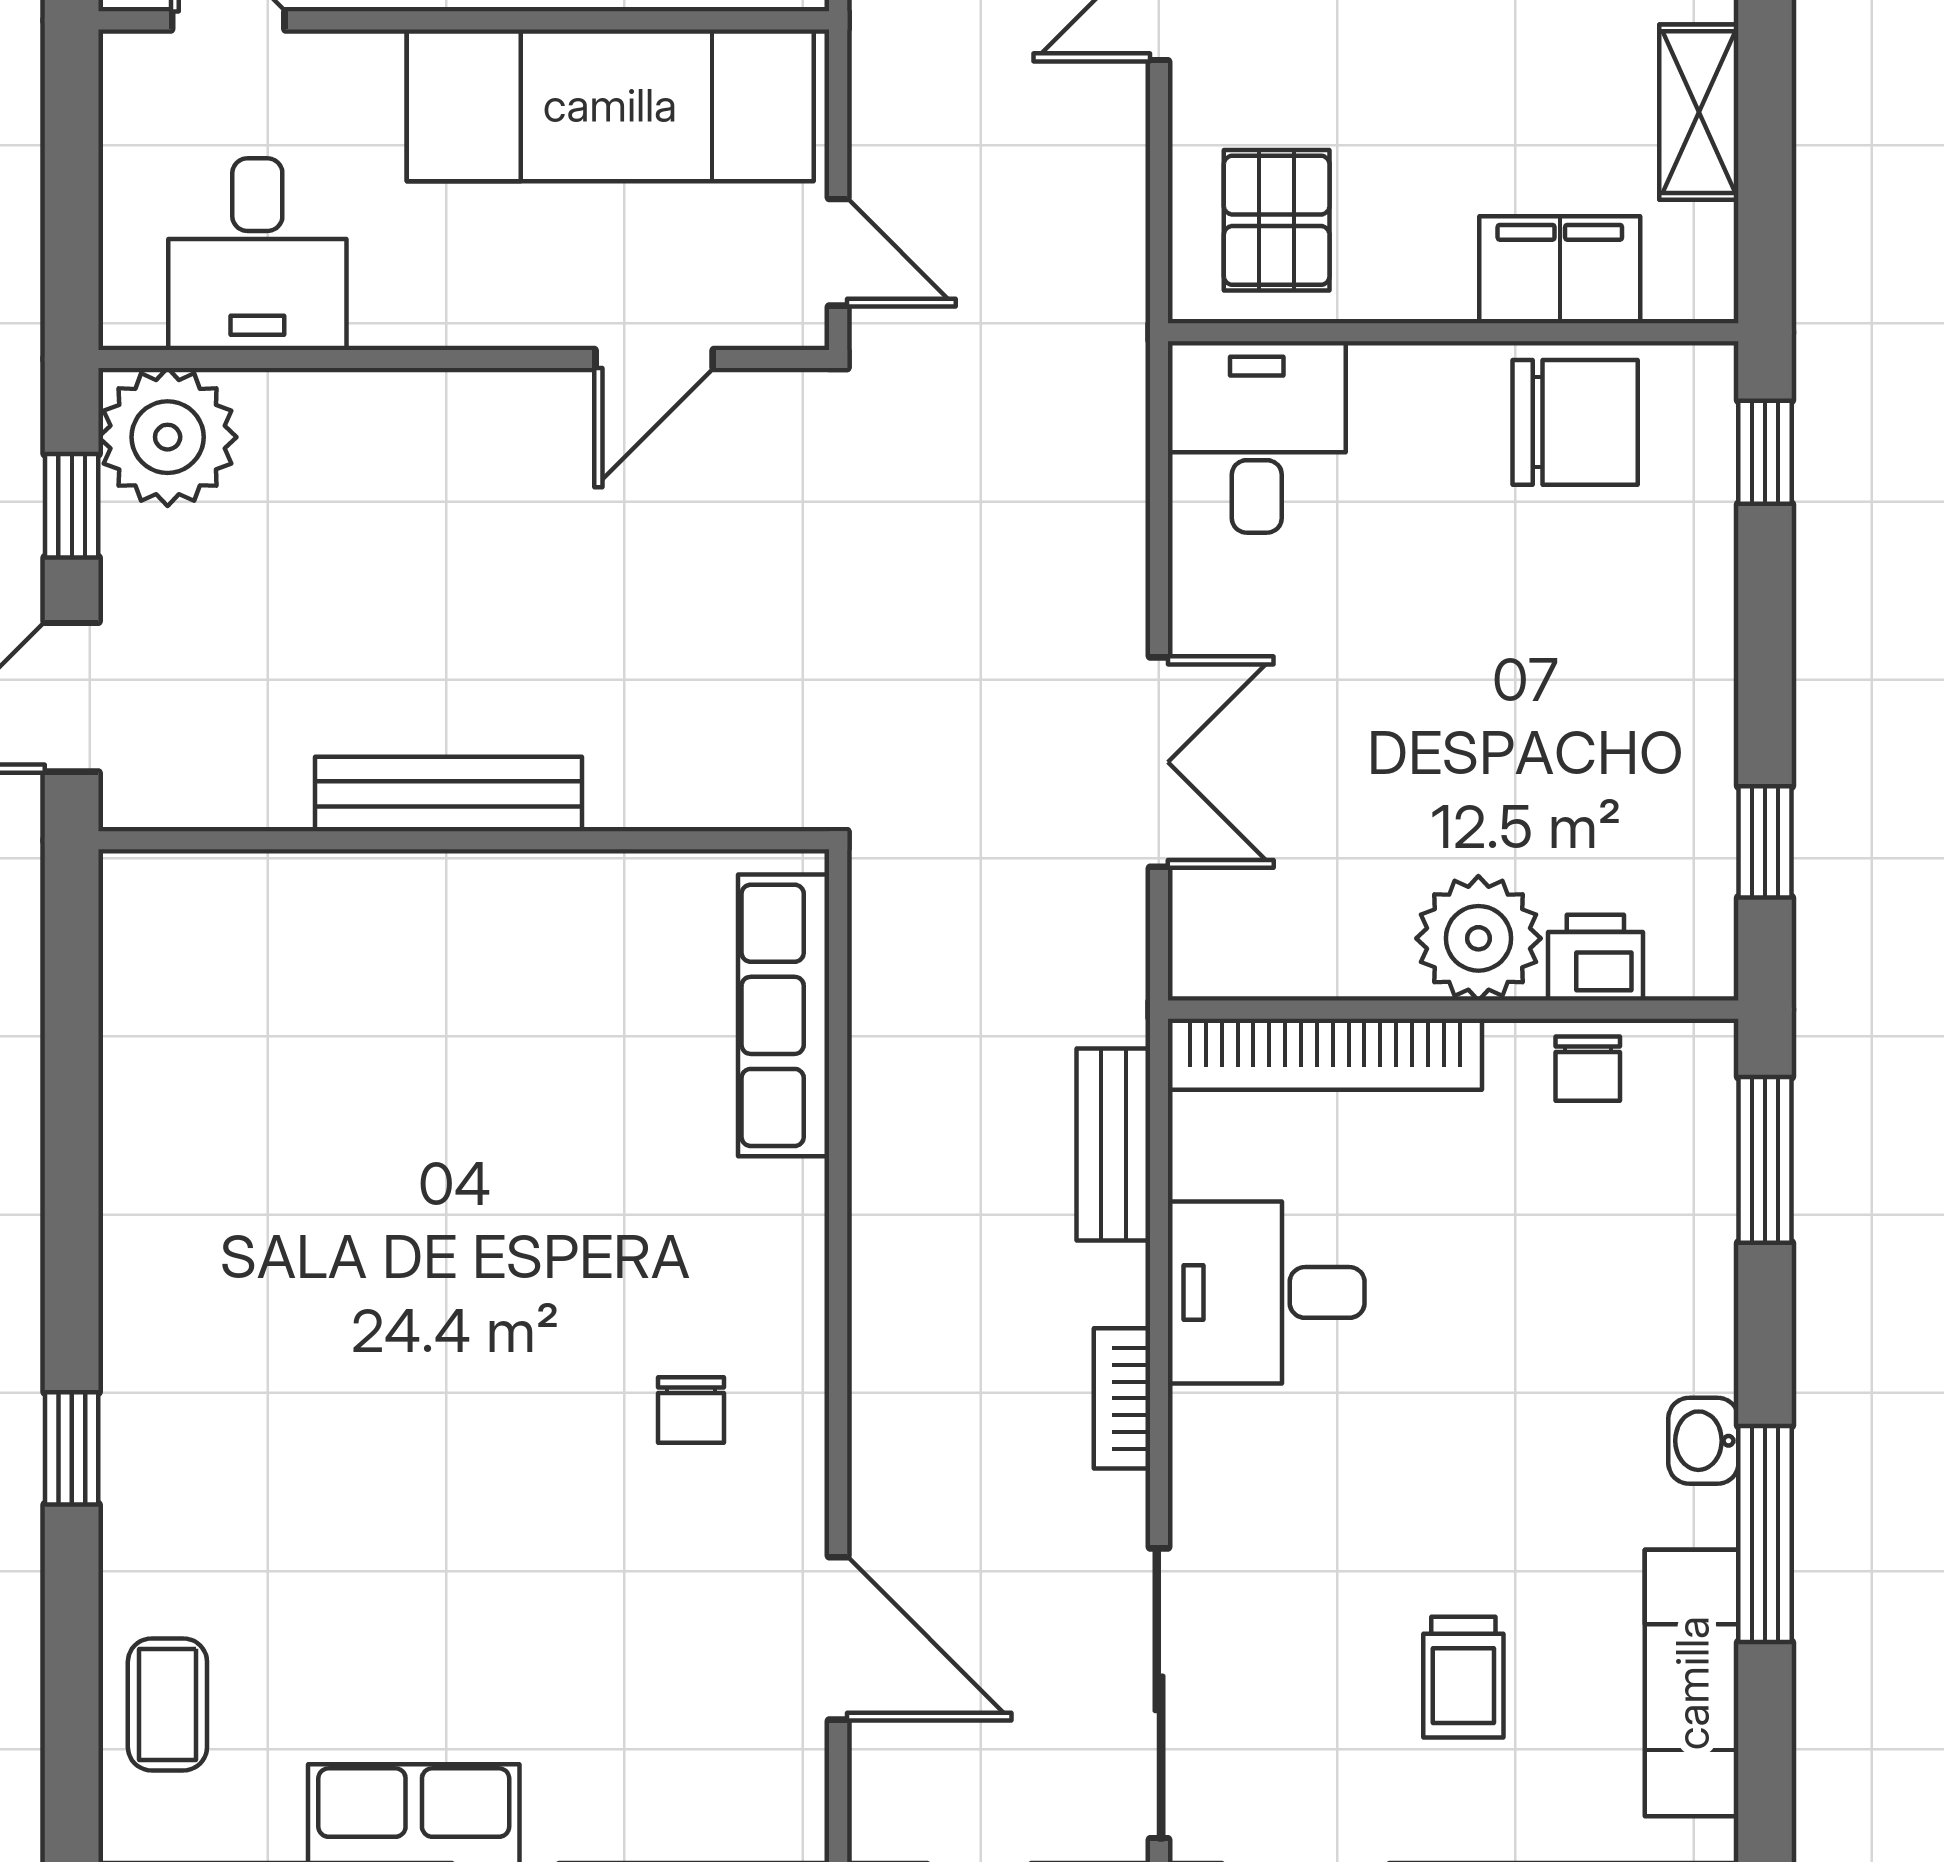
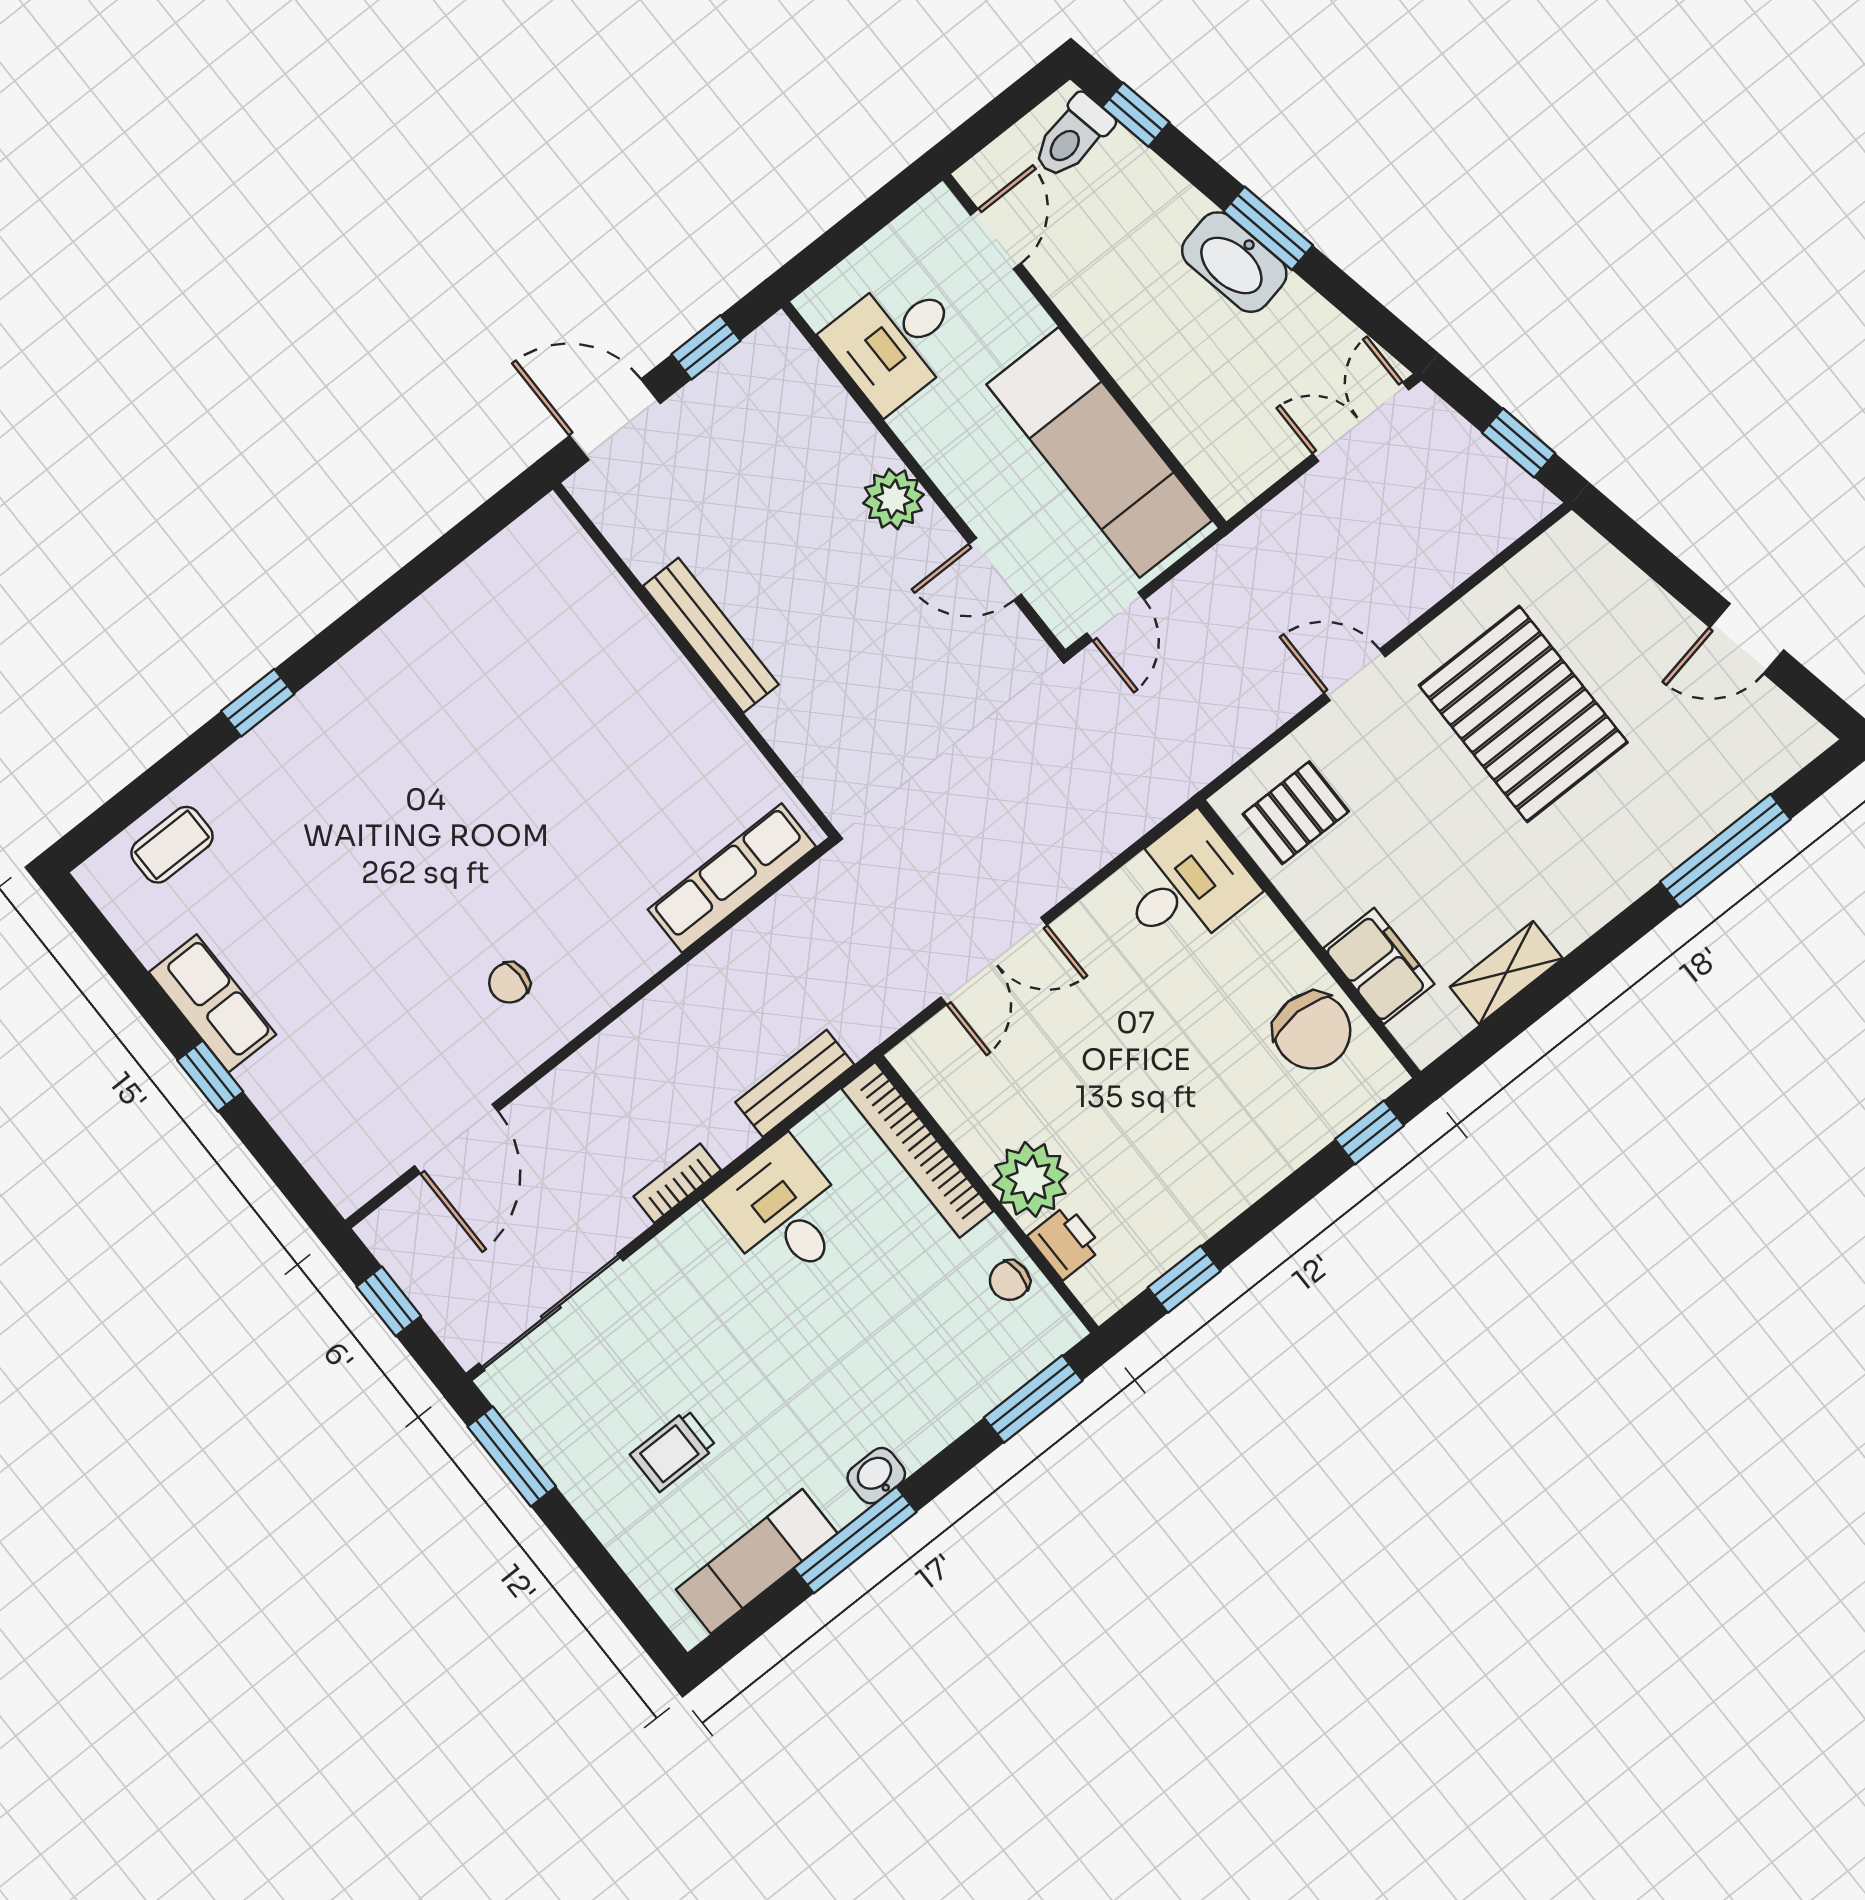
plant: (168, 437) -> (893, 499), moved, width x0.73, depth x0.73

